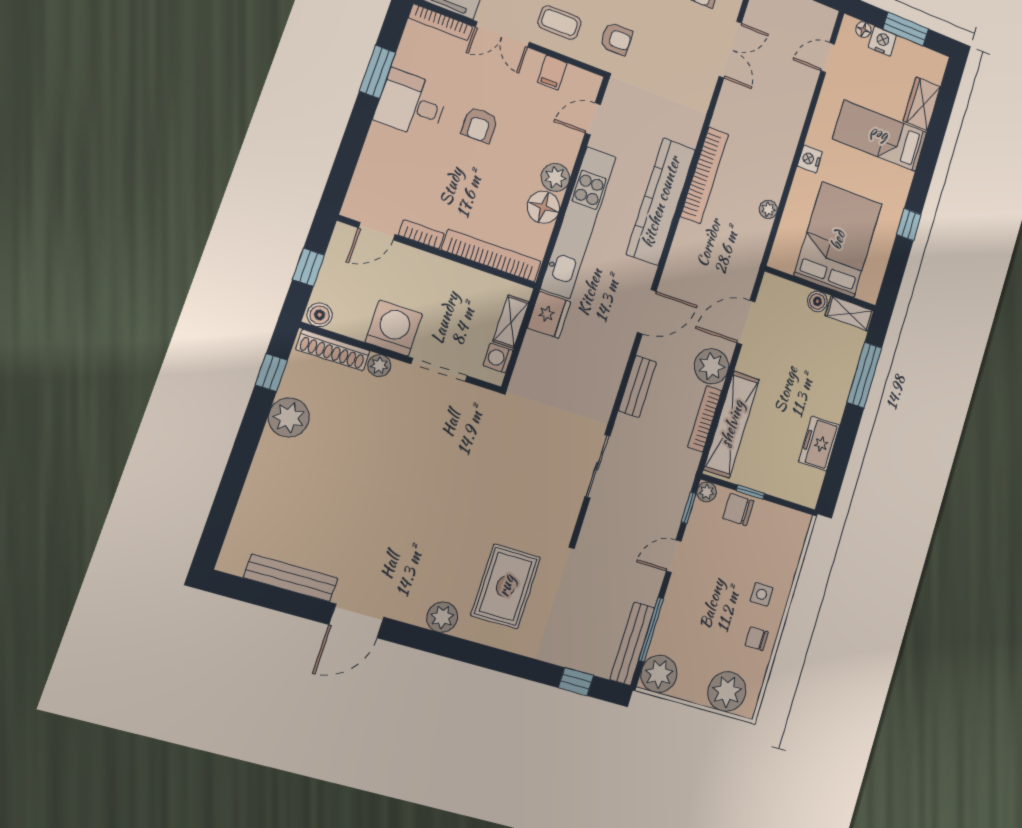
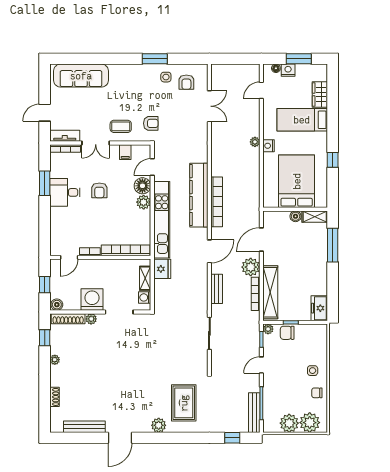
bookcase: (704, 175) -> (217, 202), moved
floor lamp: (543, 207) -> (142, 186), moved
plant: (768, 209) -> (255, 142), moved
plant: (289, 417) -> (55, 360), width x0.53, depth x0.53
freezer: (819, 444) -> (319, 308), moved
shoe rack: (250, 499) -> (54, 397), added
plant: (659, 674) -> (289, 423), moved

